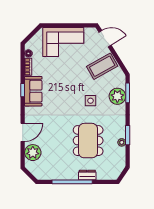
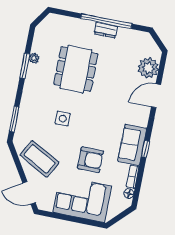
coffee table: (102, 66) -> (40, 159), turned 57
armchair: (63, 73) -> (90, 160), added
plant: (117, 96) -> (28, 117), removed
dresser: (87, 175) -> (106, 30), moved

